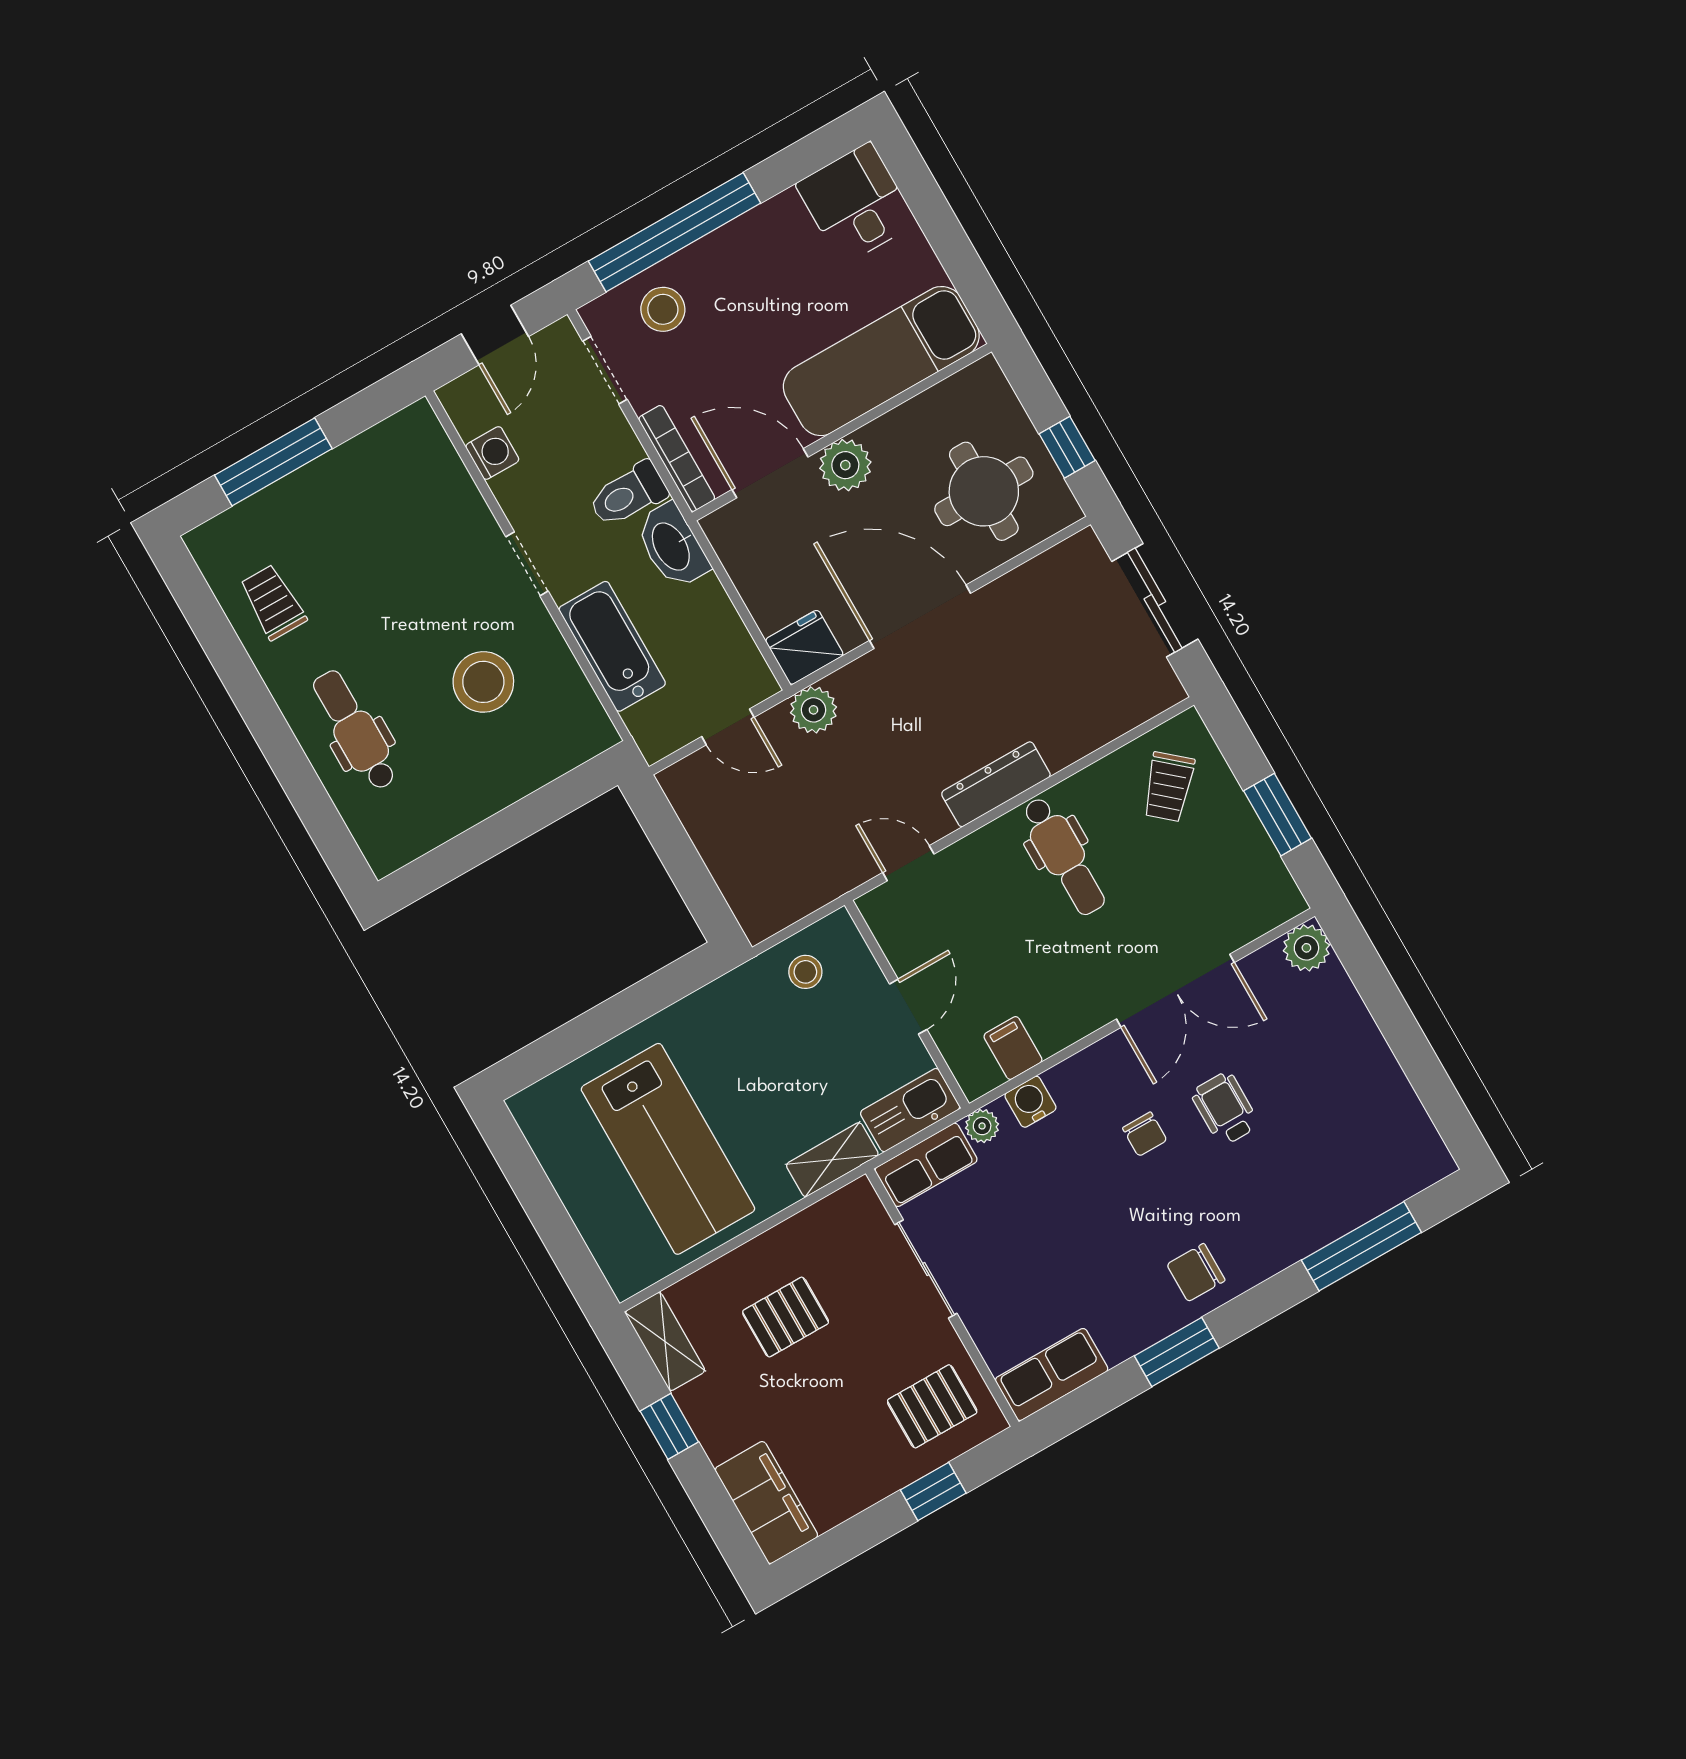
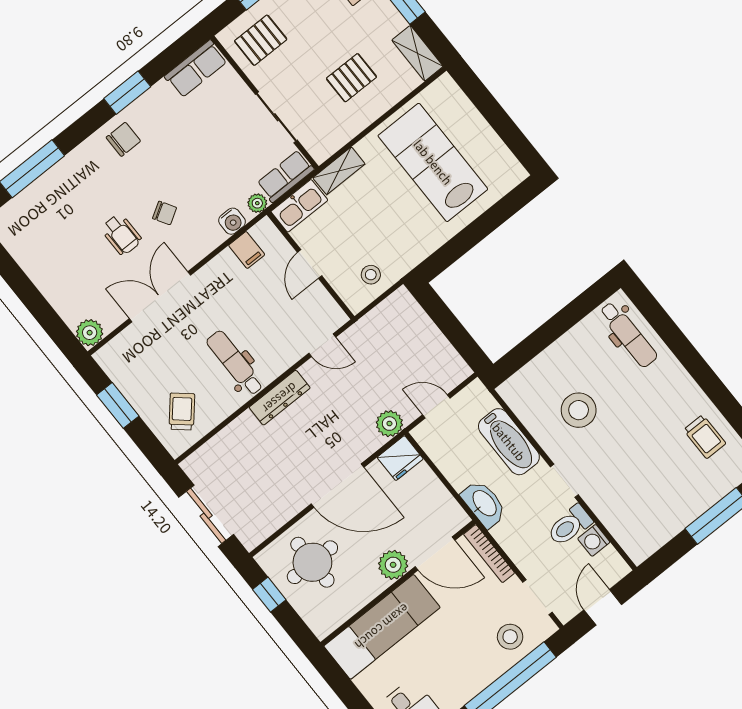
toilet: (628, 495) -> (570, 526), moved, turned 180
dental chair: (355, 730) -> (628, 334), moved
chair: (1145, 1134) -> (165, 213), turned 149

